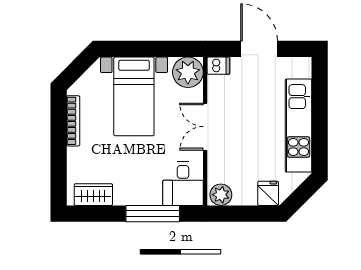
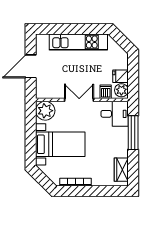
dishwasher: (218, 66) -> (106, 92), moved
double door: (205, 127) -> (79, 100), swing flipped
fridge: (268, 193) -> (121, 76), moved

